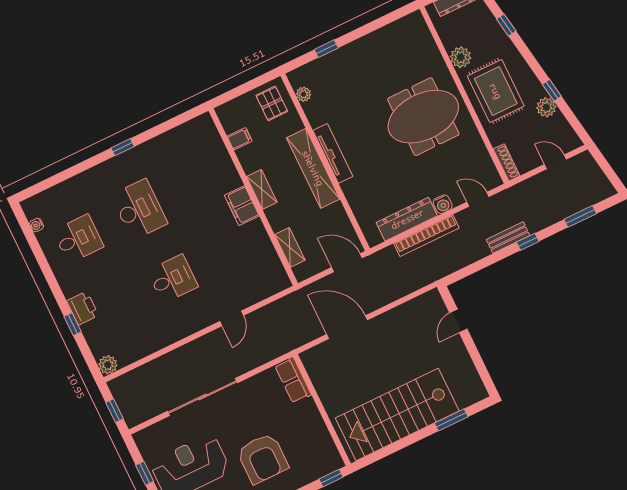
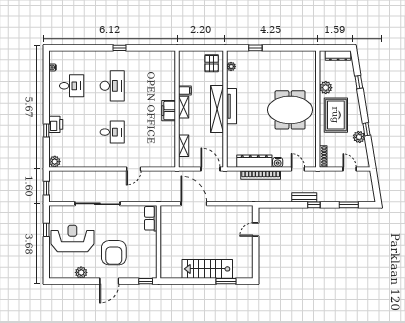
filing cabinet: (240, 139) -> (185, 91), moved
stairs: (397, 415) -> (207, 269), width x0.73, depth x0.66

